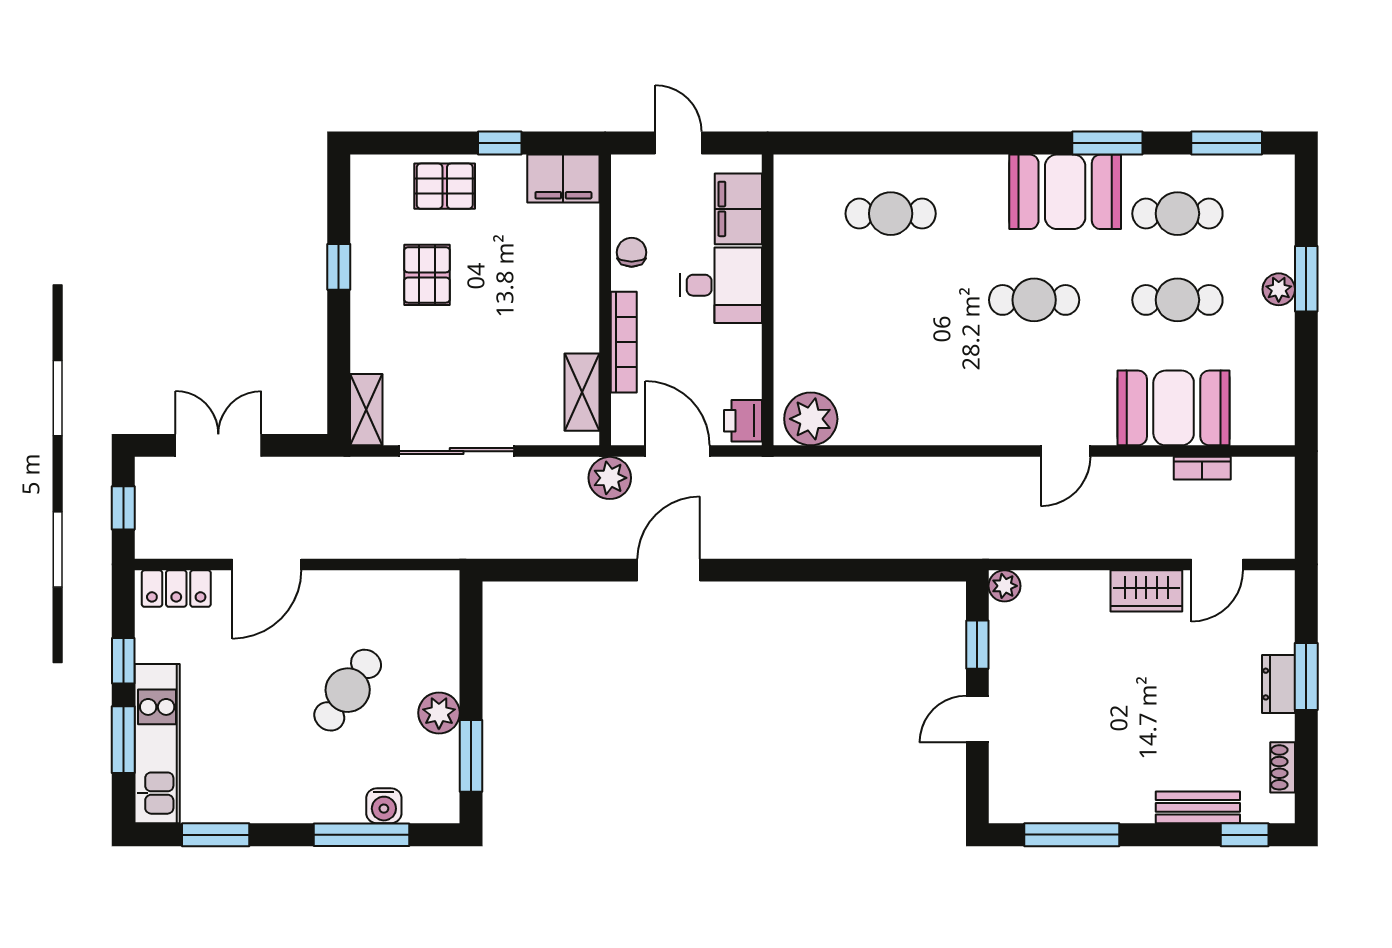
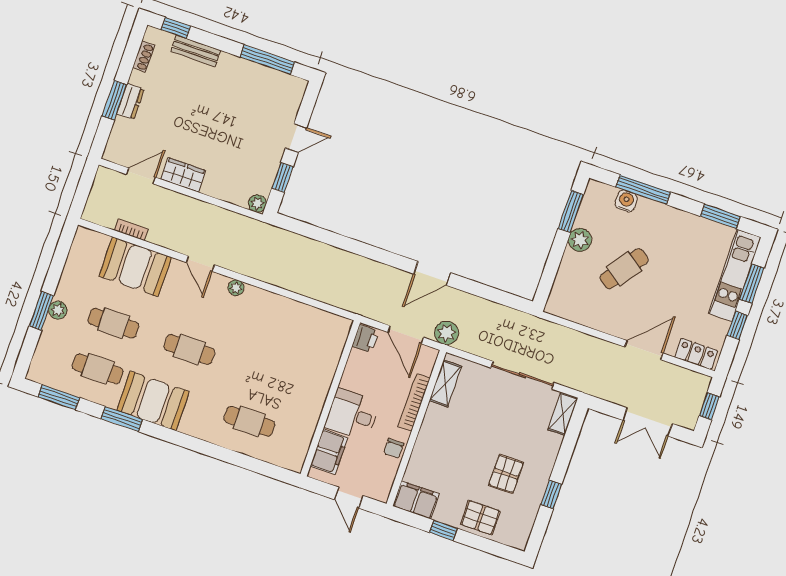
plant: (811, 419) -> (236, 288), moved, width x0.53, depth x0.53
door: (1066, 451) -> (200, 264), swing flipped

